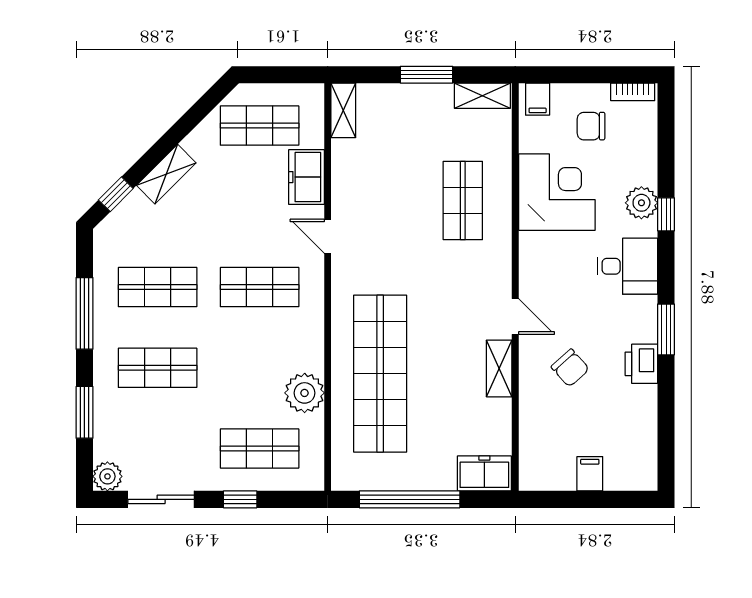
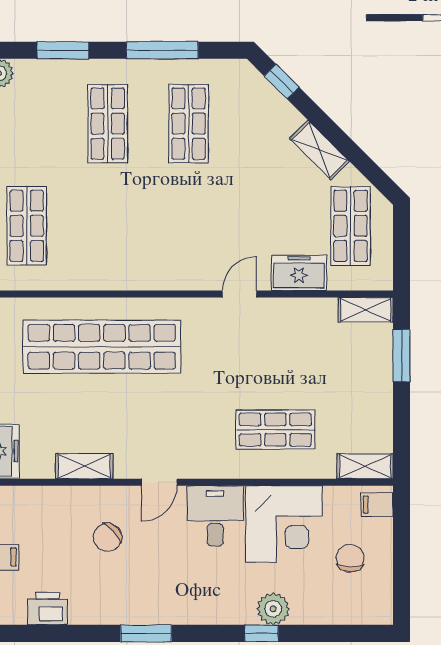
window: (427, 75) -> (402, 356), moved
bookcase: (633, 92) -> (384, 600), removed
shelving: (482, 96) -> (365, 466), moved, turned 90
shelving: (166, 174) -> (319, 150), moved
desk: (627, 266) -> (215, 516), moved, turned 180
shop shelf: (260, 287) -> (189, 226), removed
printer: (641, 364) -> (47, 609), moved
shelving: (499, 368) -> (84, 466), moved
plant: (305, 393) -> (82, 271), removed

